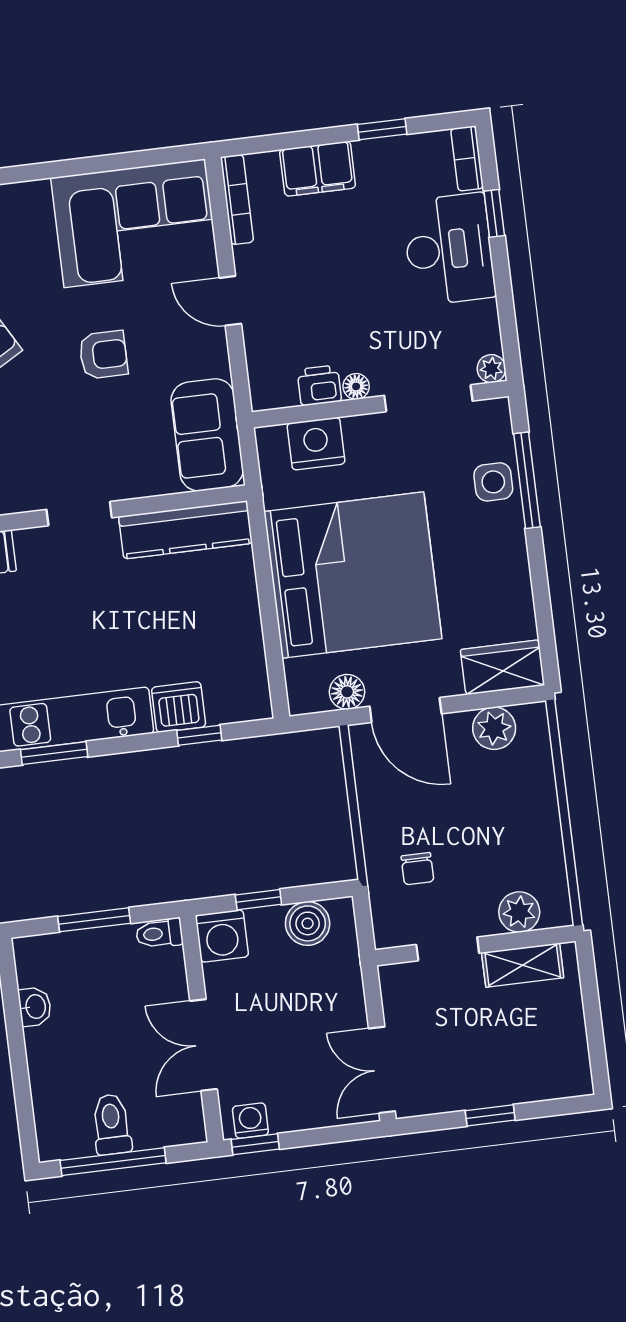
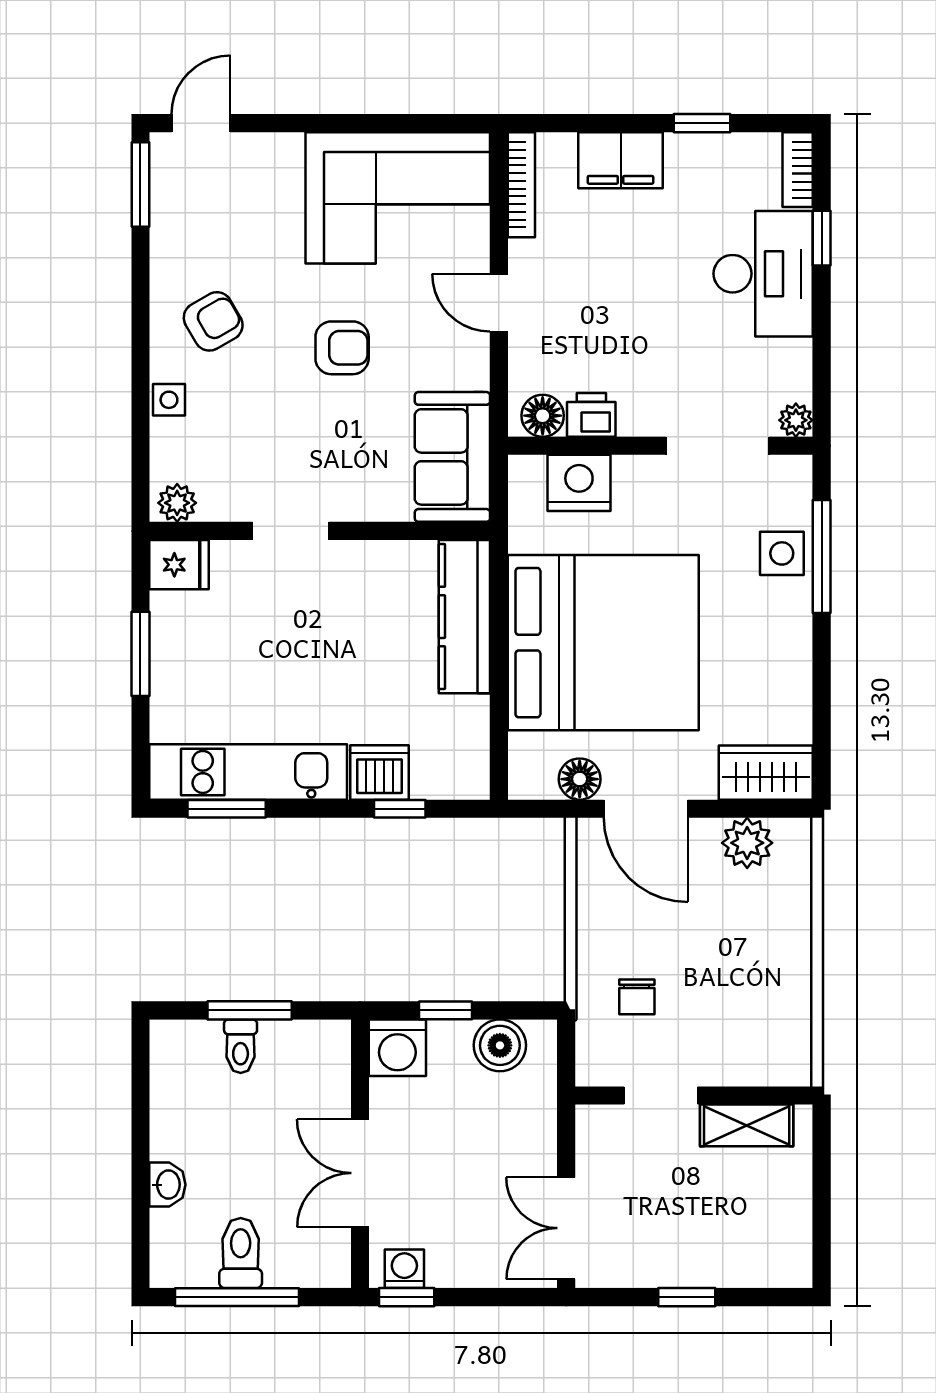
floor lamp: (356, 386) -> (543, 416), moved, width x1.37, depth x1.37
kitchen counter: (186, 530) -> (464, 617), moved, turned 90
plant: (519, 912) -> (750, 1063), removed
toilet: (159, 934) -> (241, 1046), moved, turned -90
washbasin: (35, 1007) -> (167, 1185), moved

